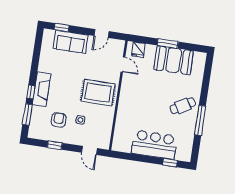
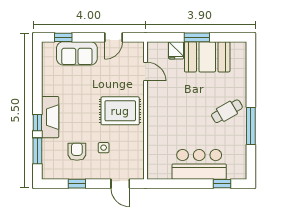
fridge: (138, 50) -> (176, 50), moved

